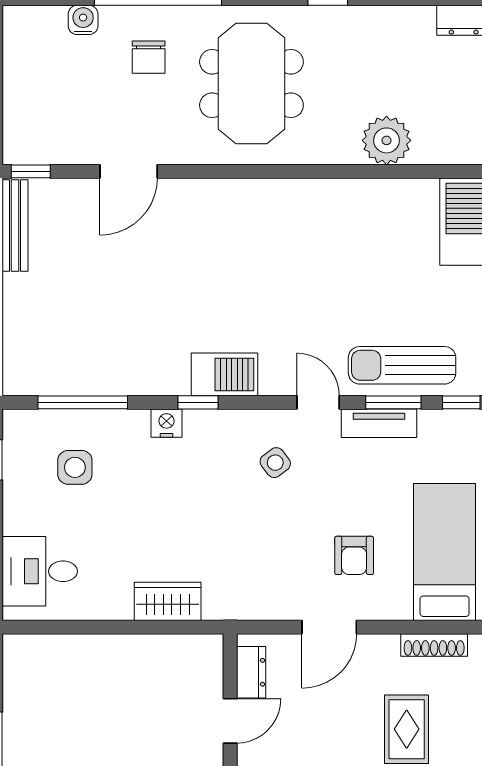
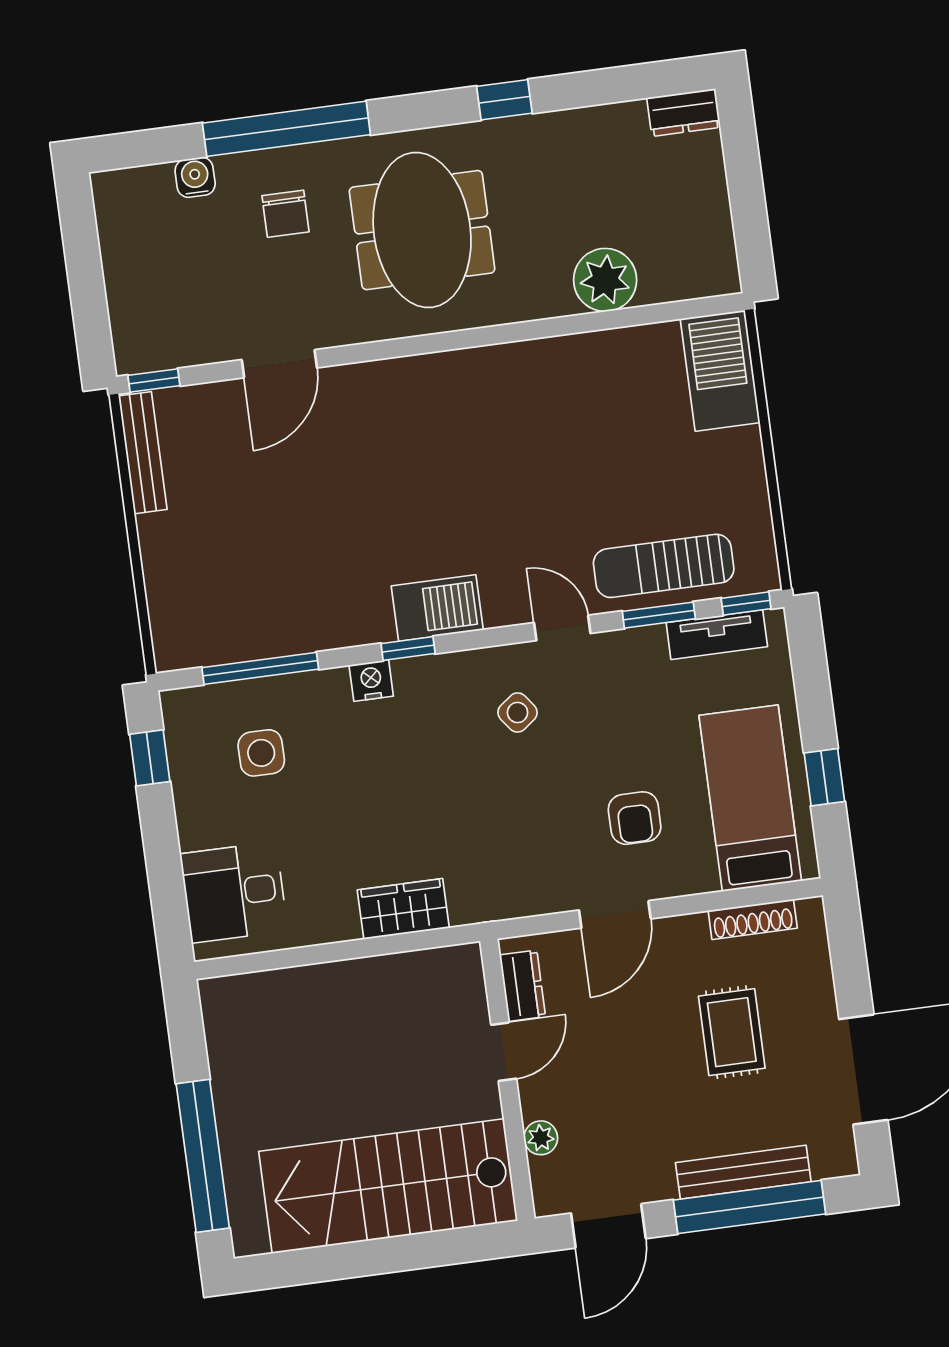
tv unit: (379, 423) -> (717, 635), moved

